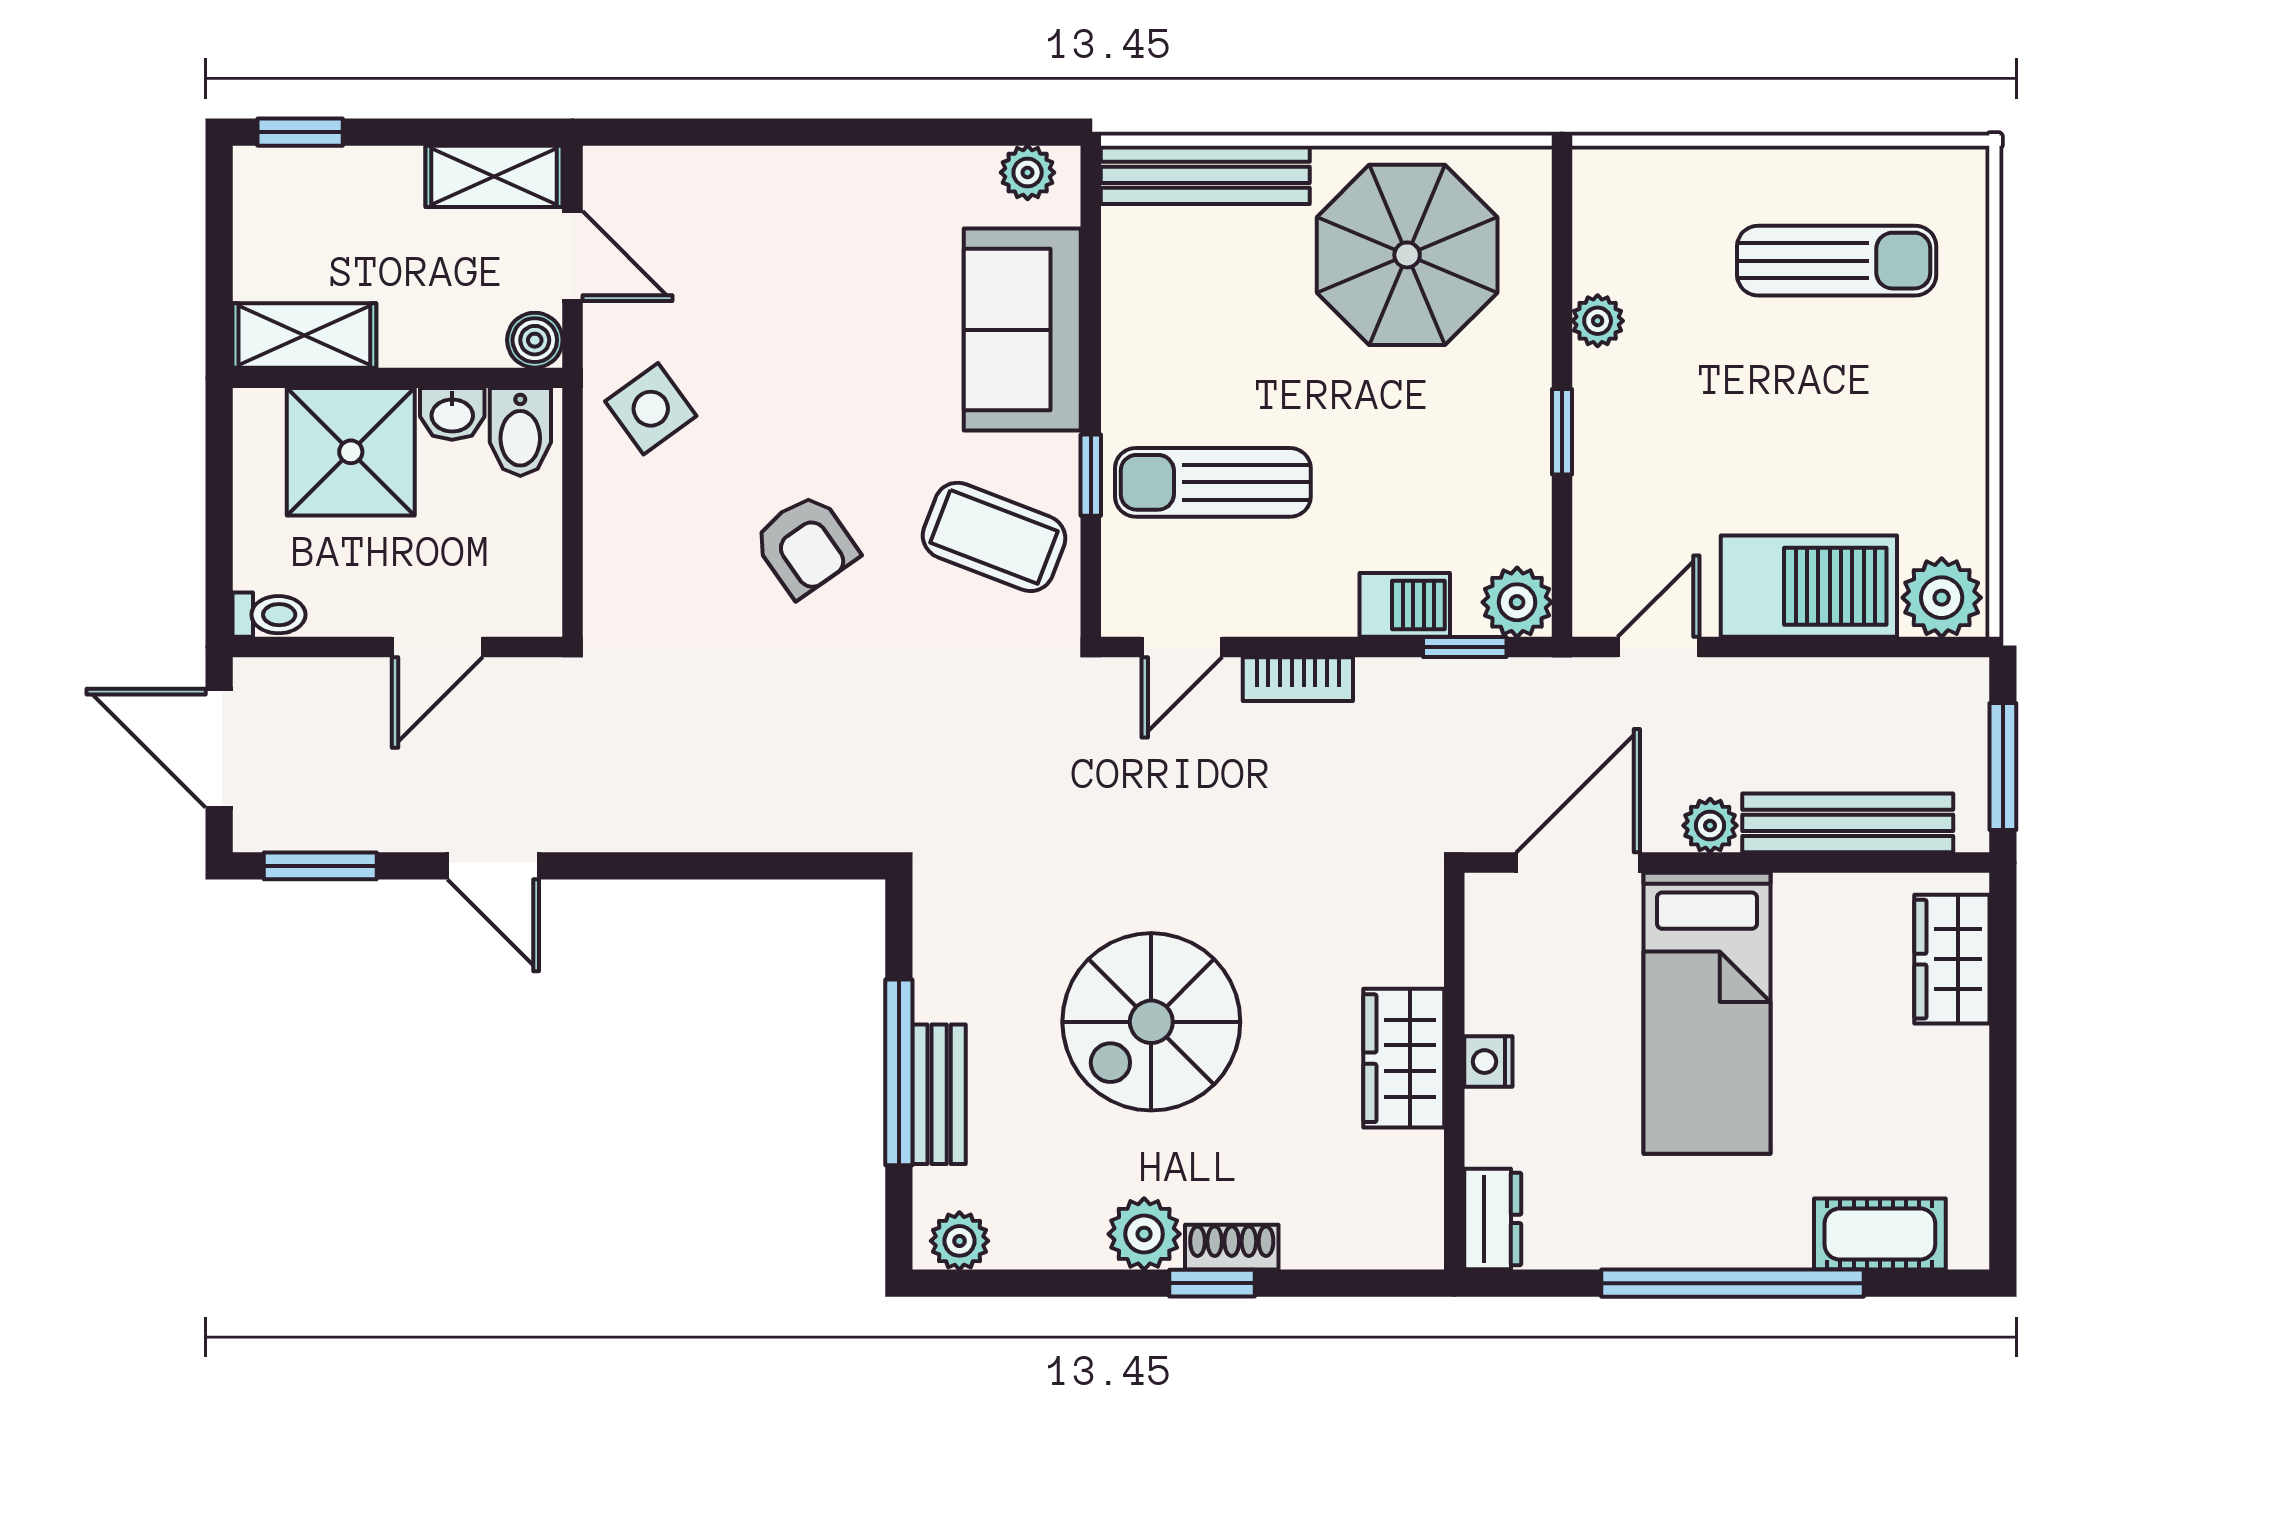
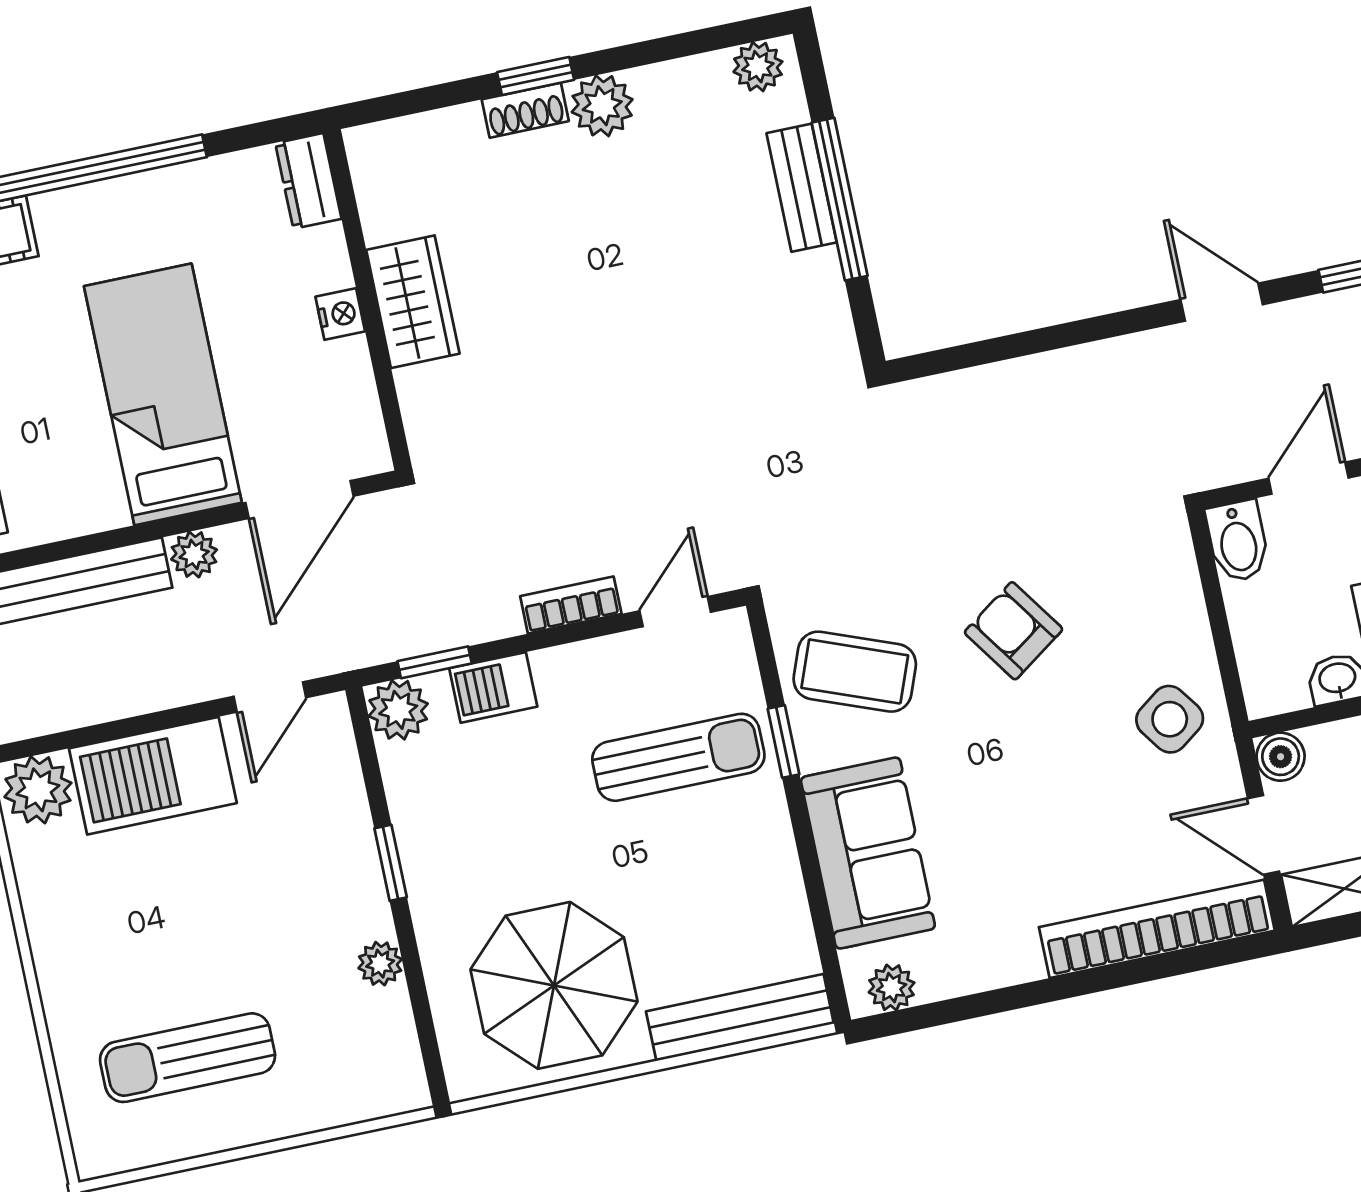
bookcase: (715, 176) -> (1157, 929), added
bidet: (520, 432) -> (1238, 541), moved, turned 180
spiral stairs: (1151, 1022) -> (634, 287), removed

